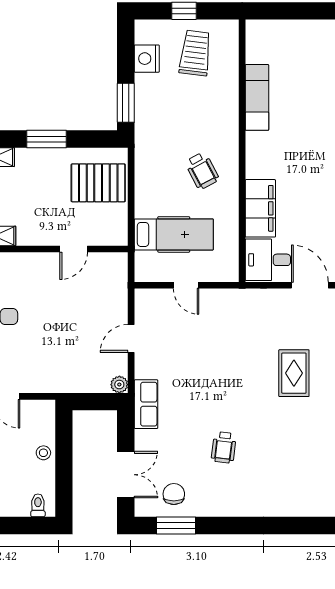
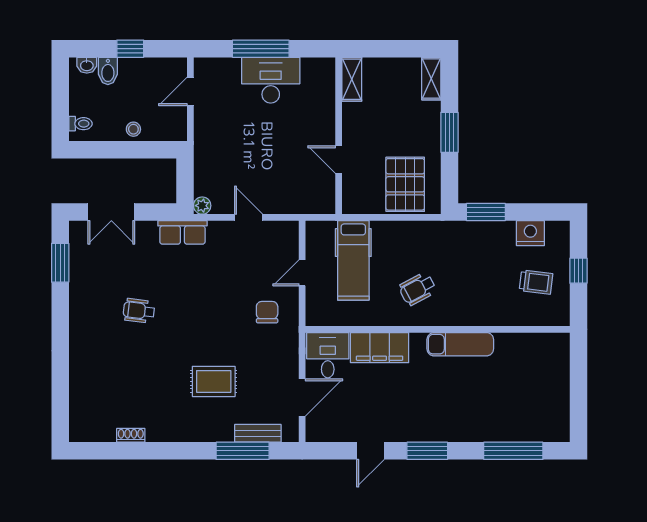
trolley: (195, 53) -> (536, 282), width x0.73, depth x0.72
exam couch: (257, 97) -> (460, 344), moved
chair: (174, 494) -> (267, 312), moved, turned -90

